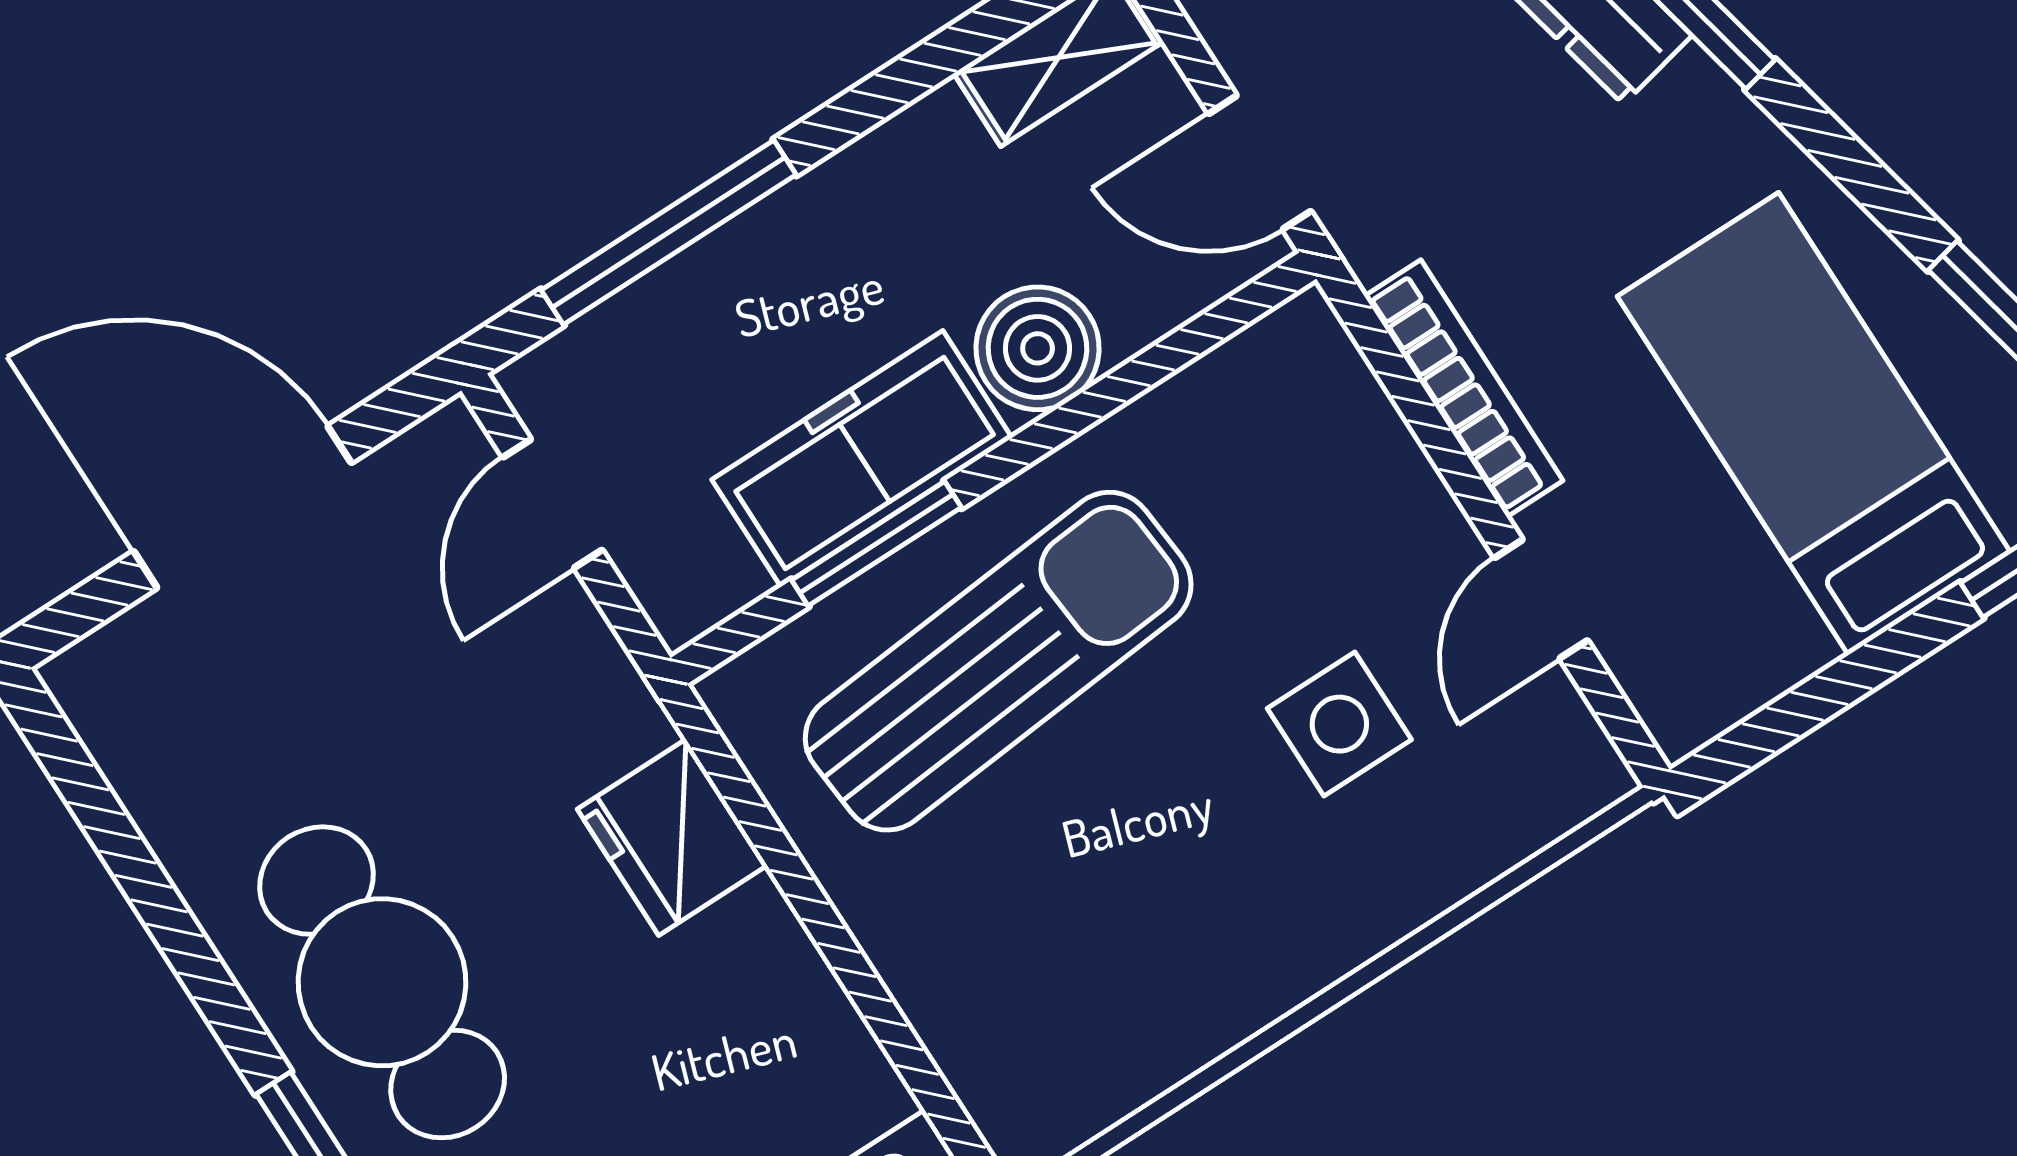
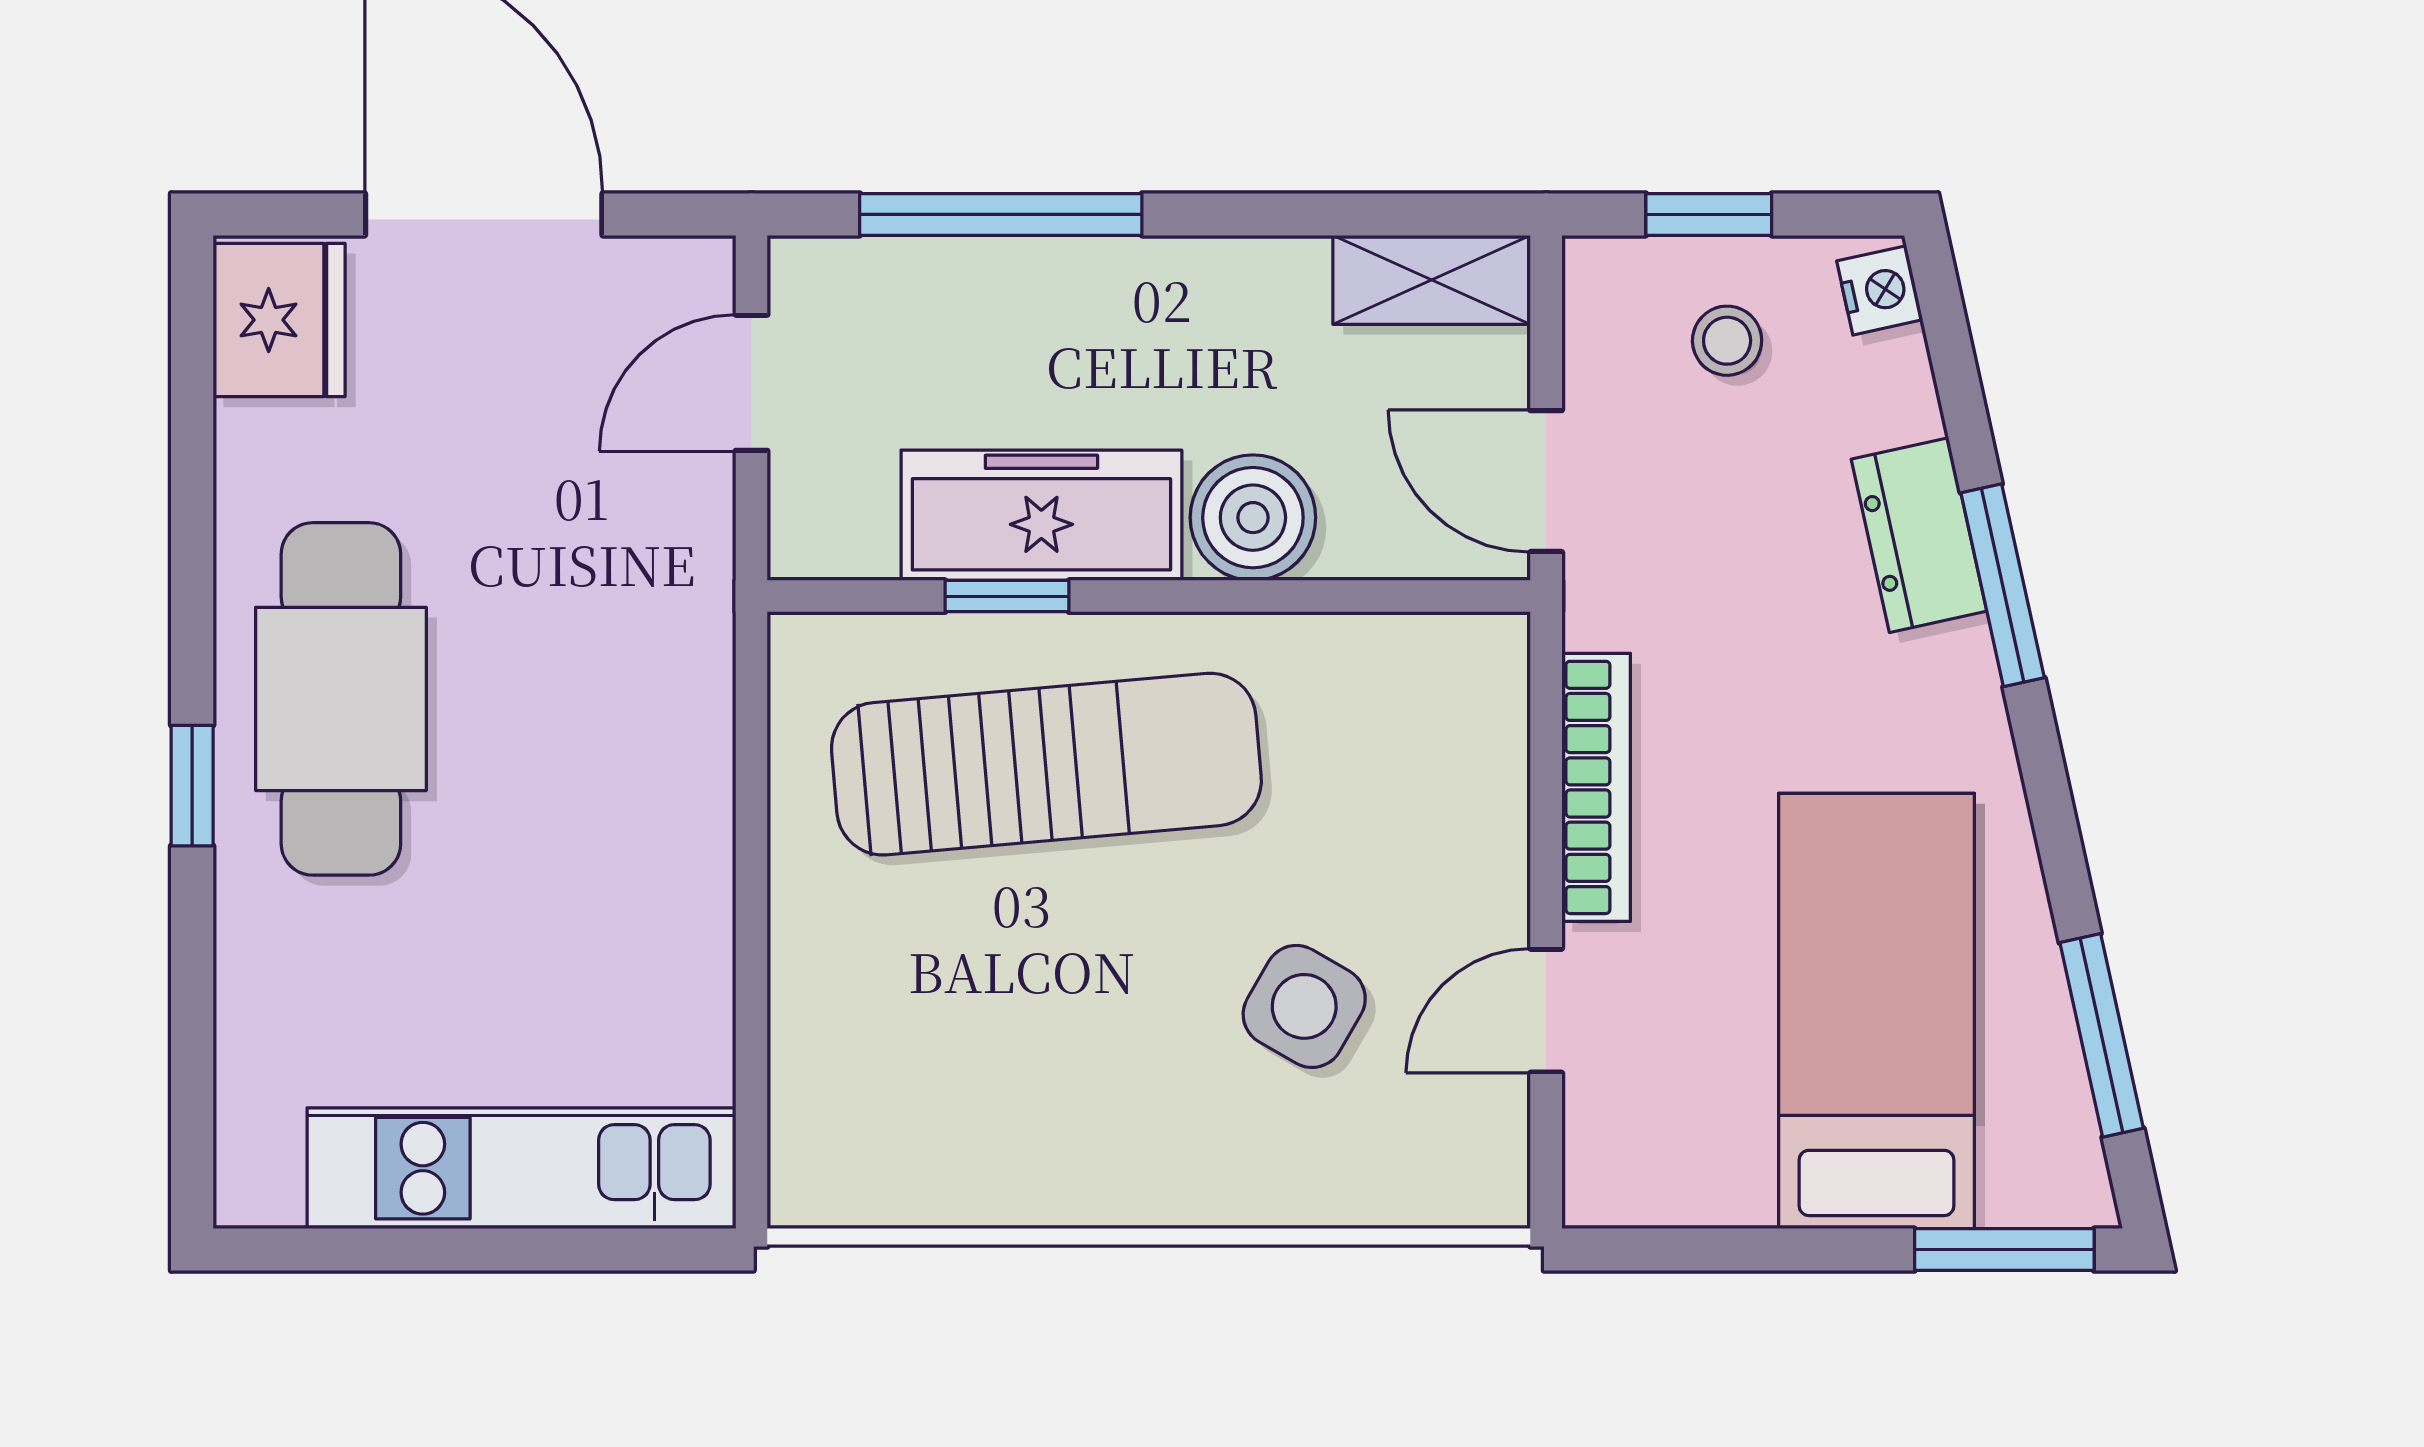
window: (876, 544) -> (1007, 596), width x0.67
side table: (1339, 724) -> (1304, 1006), turned 30
fridge: (672, 837) -> (279, 320), moved, turned 180

